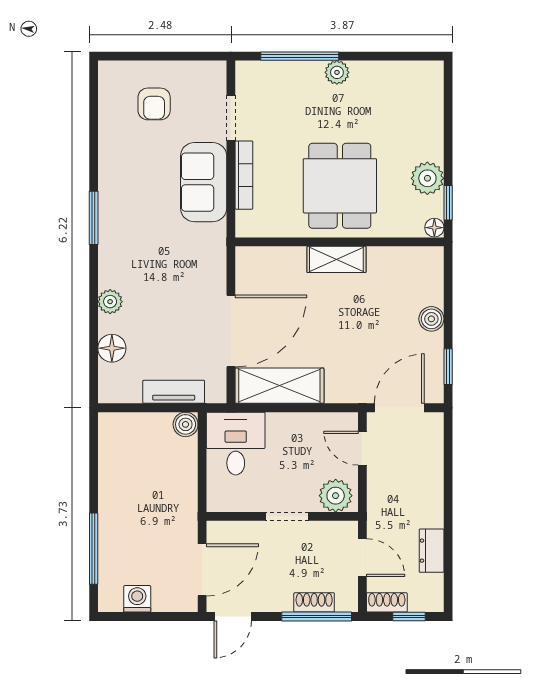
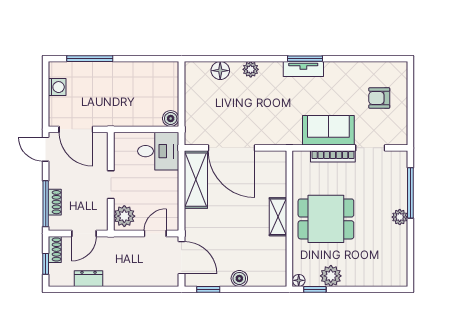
tv unit: (174, 392) -> (303, 69), moved, turned 90

